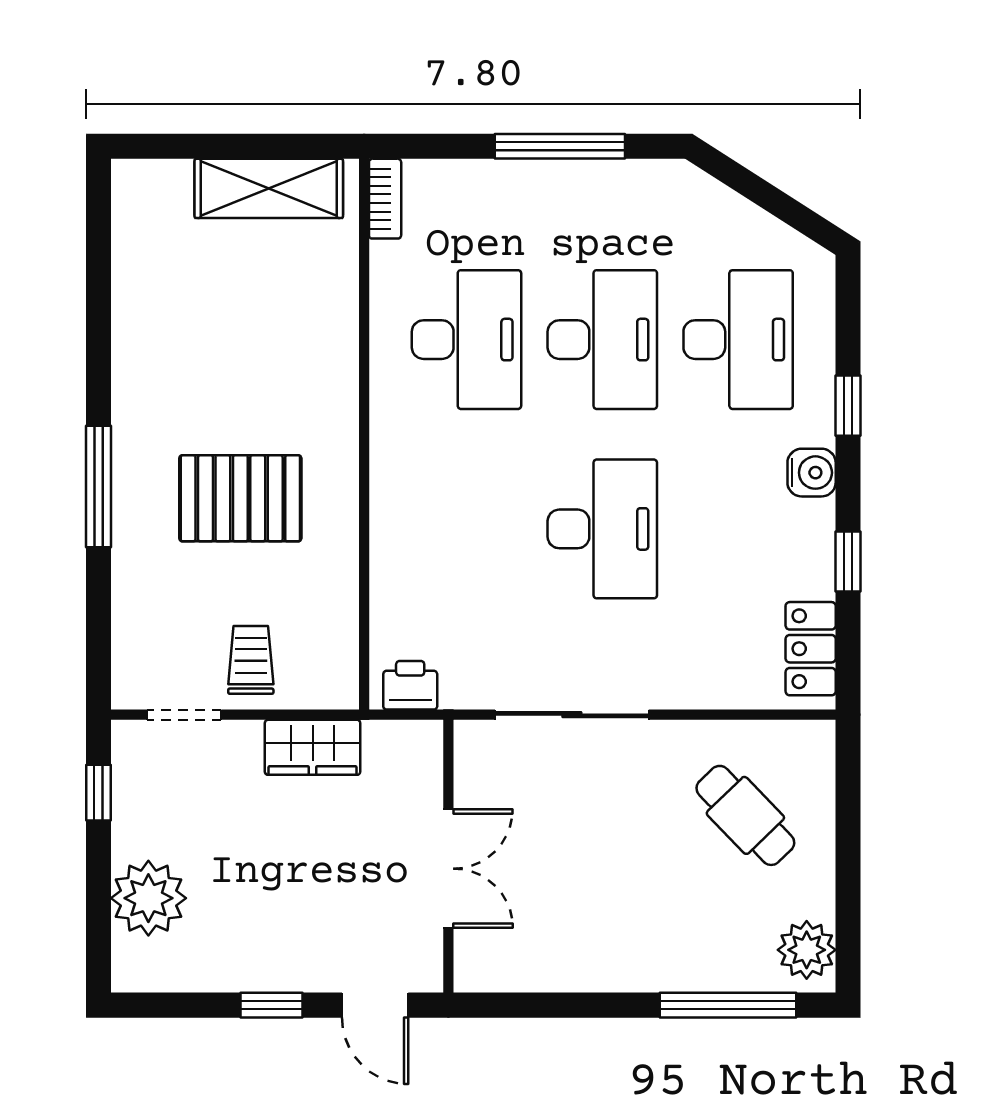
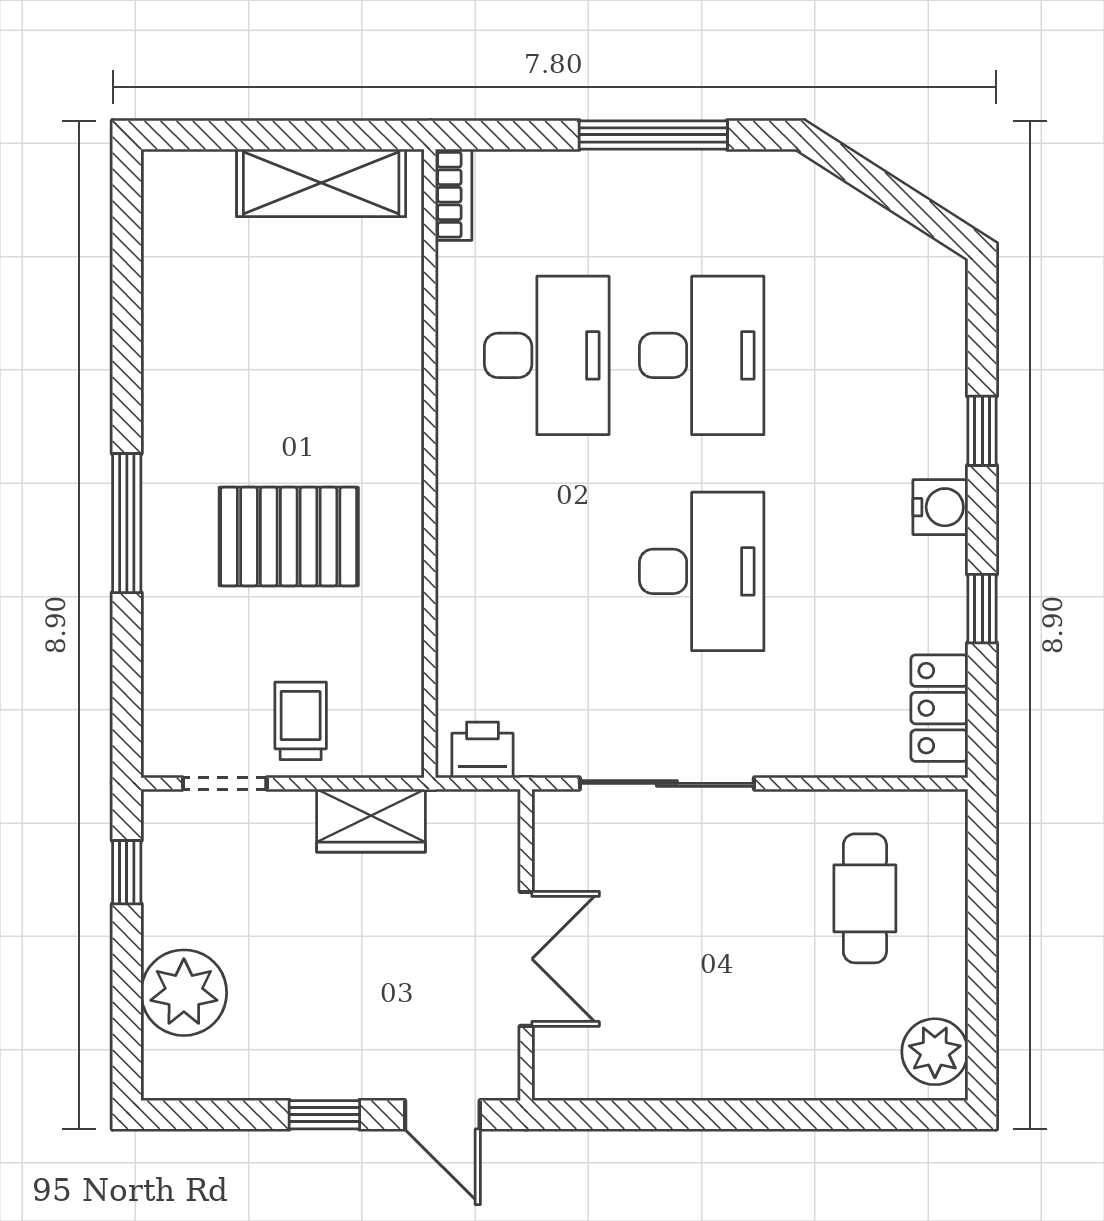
desk: (738, 340) -> (857, 355), removed
cafe table: (745, 815) -> (865, 898), turned 44
window: (728, 1005) -> (845, 1115), removed

